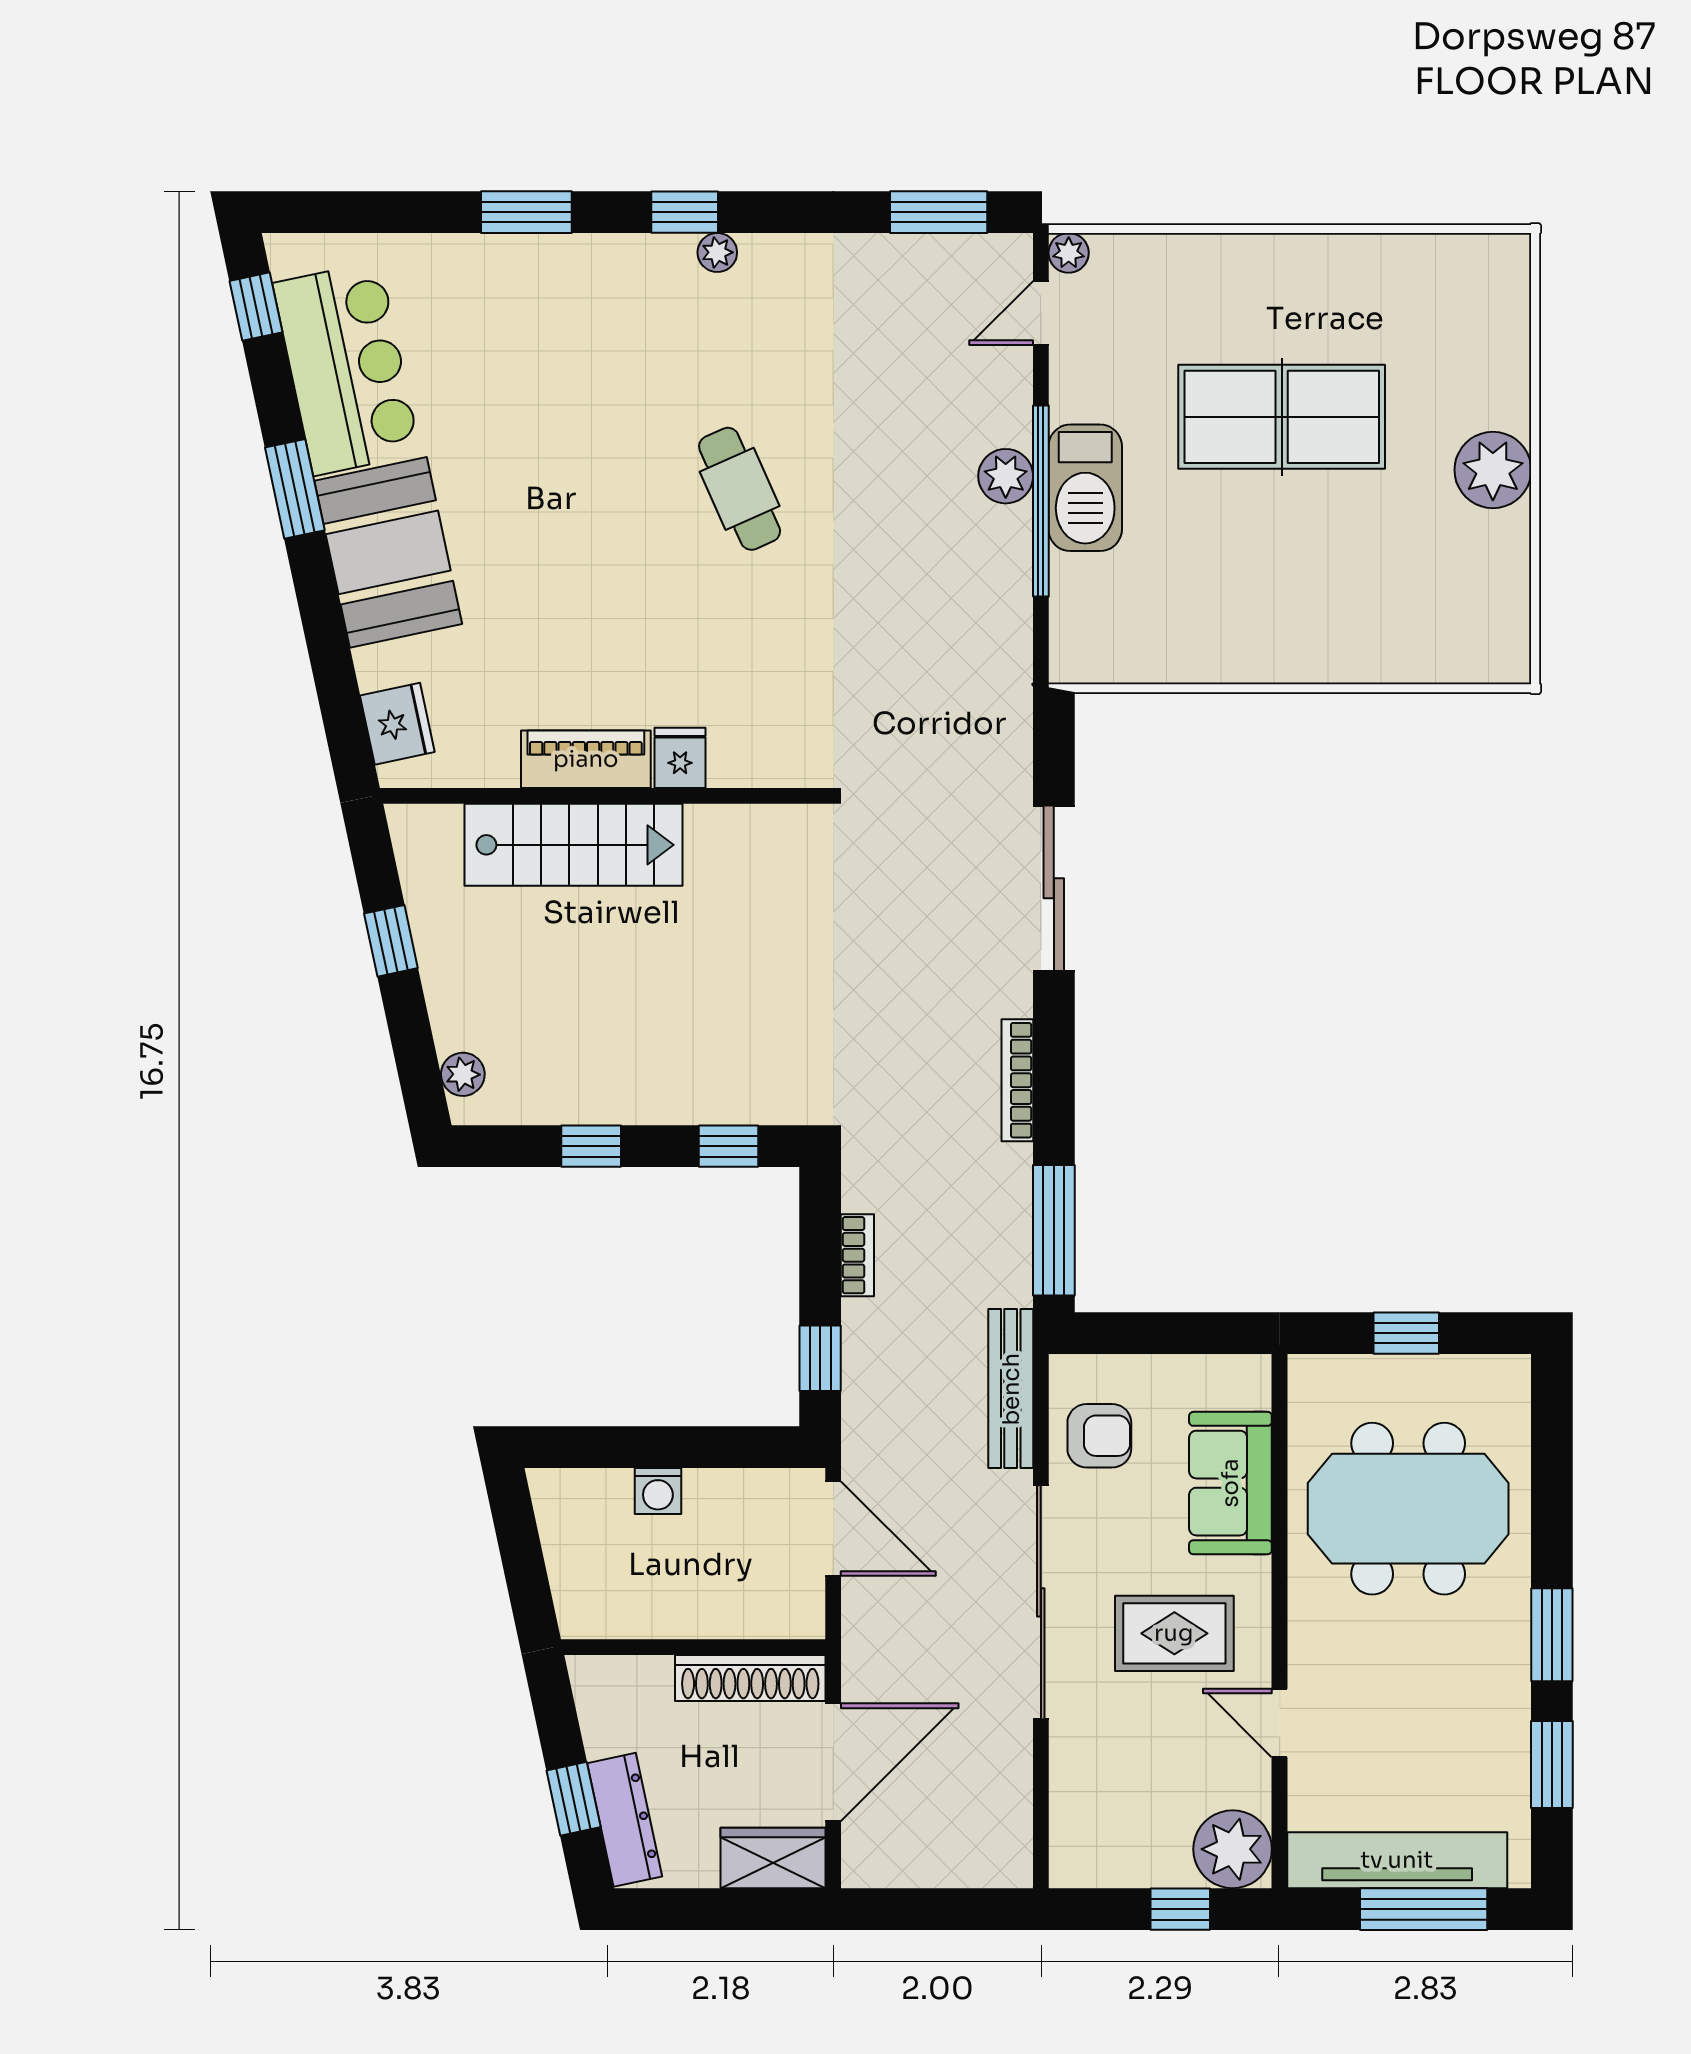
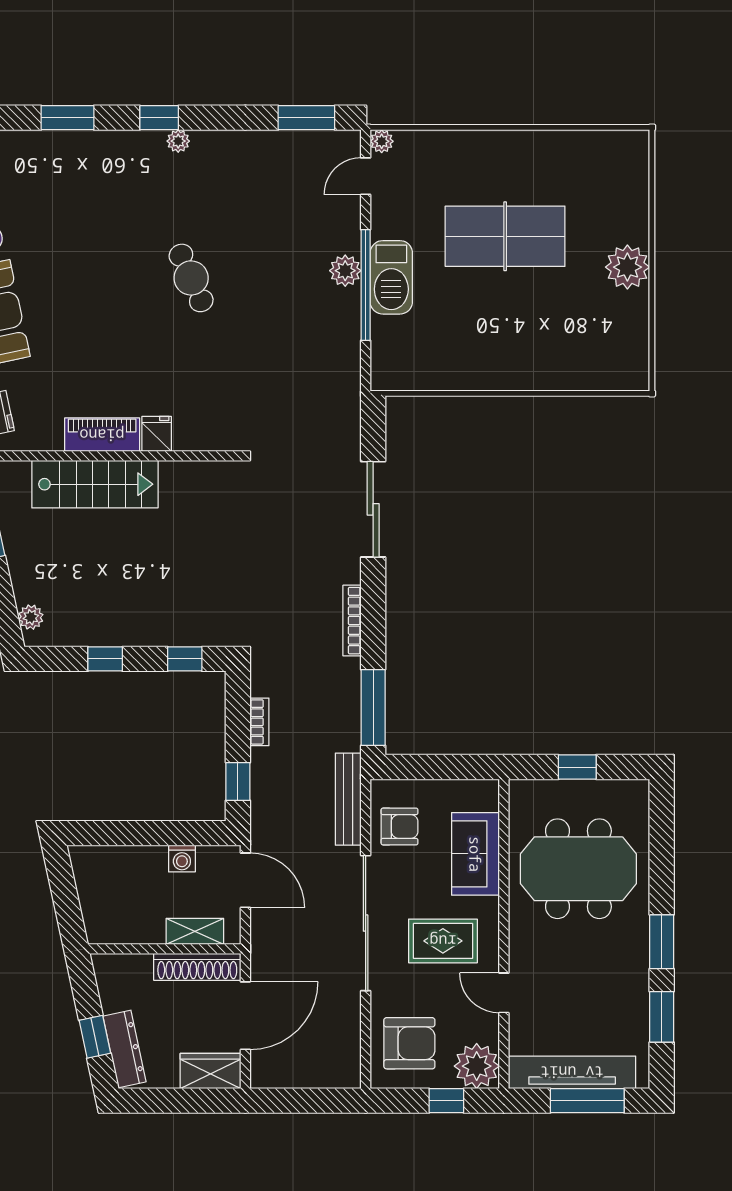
washing machine: (658, 1491) -> (182, 859), moved
shelving: (746, 1617) -> (195, 931), added
armchair: (1116, 1810) -> (409, 1043), added

